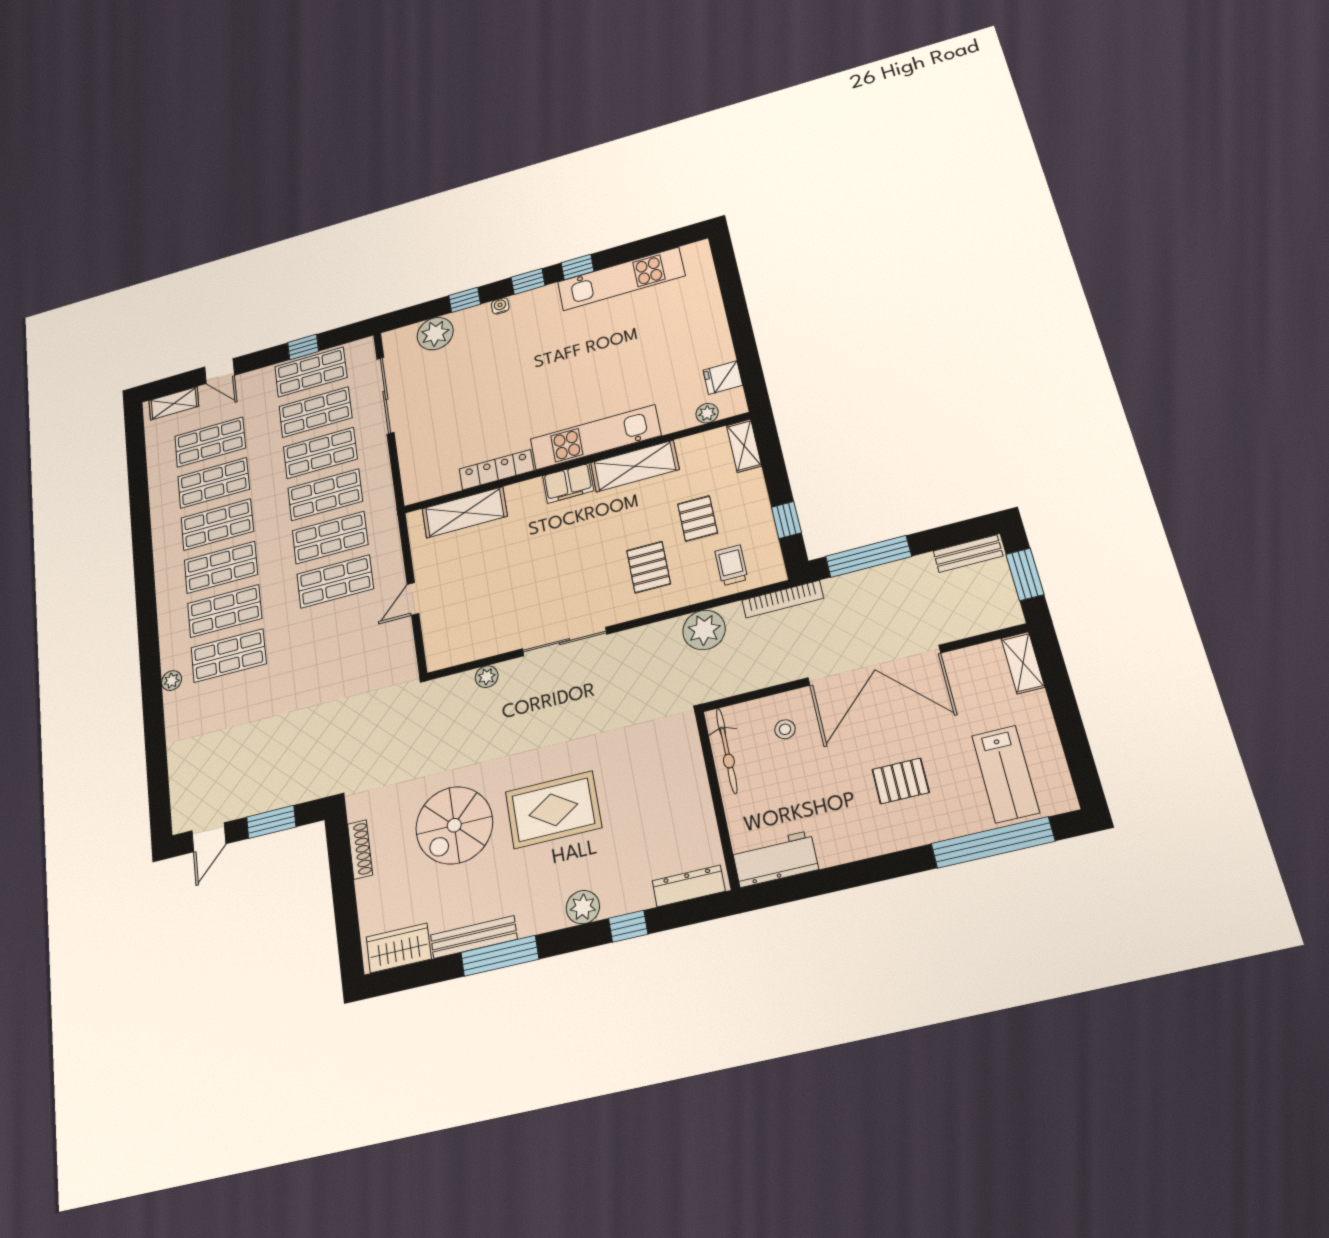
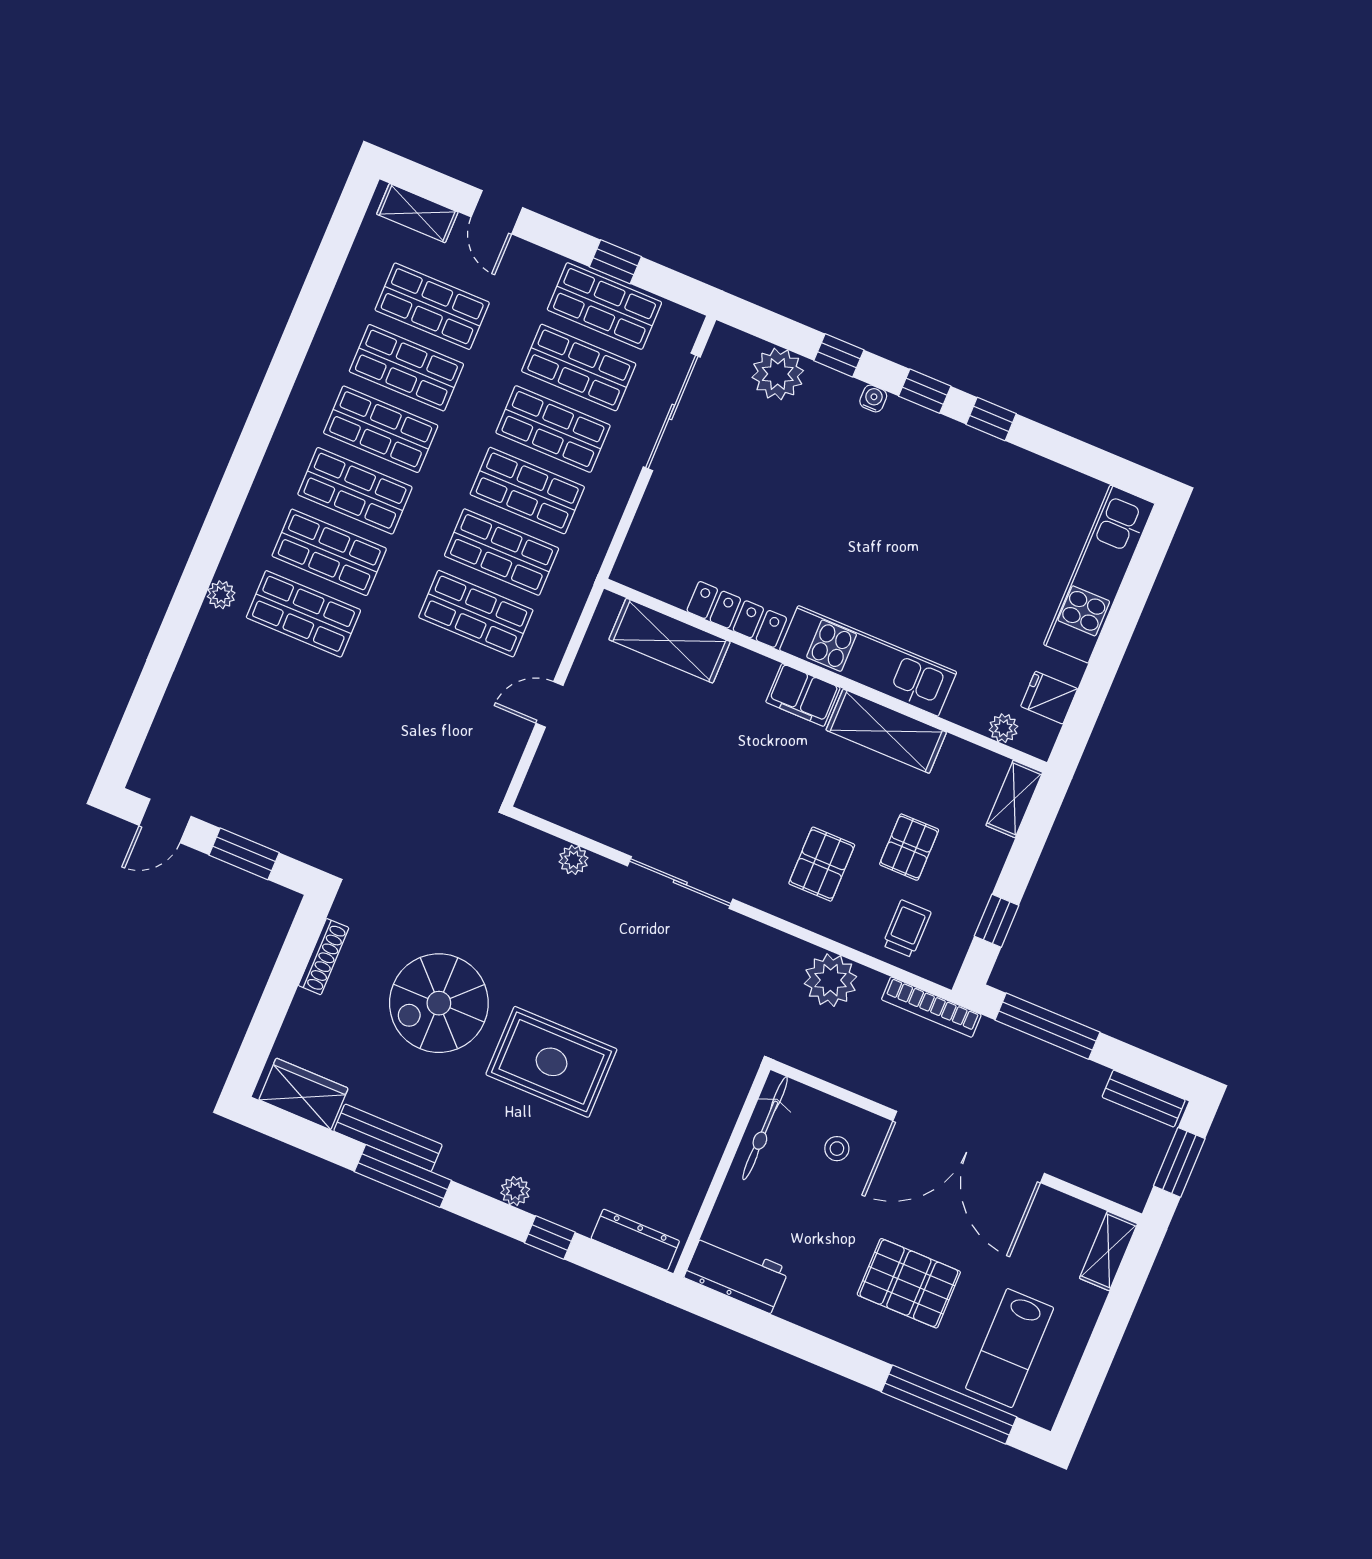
kitchen unit: (621, 279) -> (1099, 574), moved, turned 90
pallet: (901, 781) -> (909, 1283), width x1.50, depth x1.42
plant: (583, 907) -> (515, 1191), width x0.73, depth x0.73

